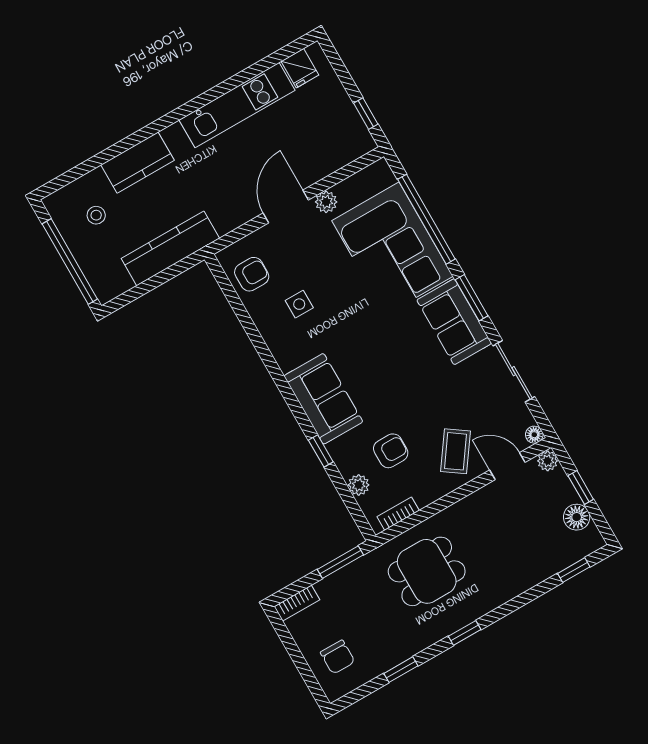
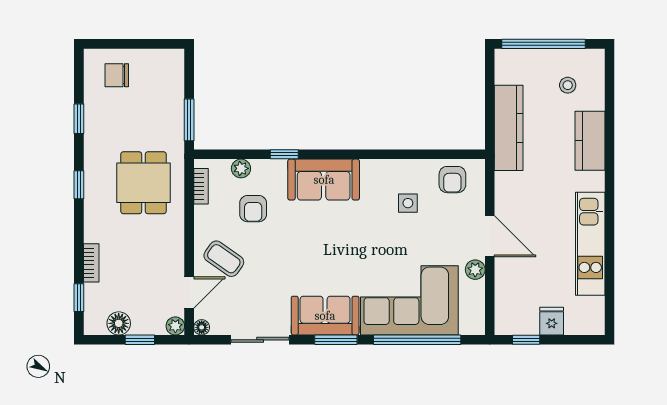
fridge: (300, 68) -> (552, 321), moved, turned 90
bookcase: (297, 603) -> (91, 263), moved, turned 180

